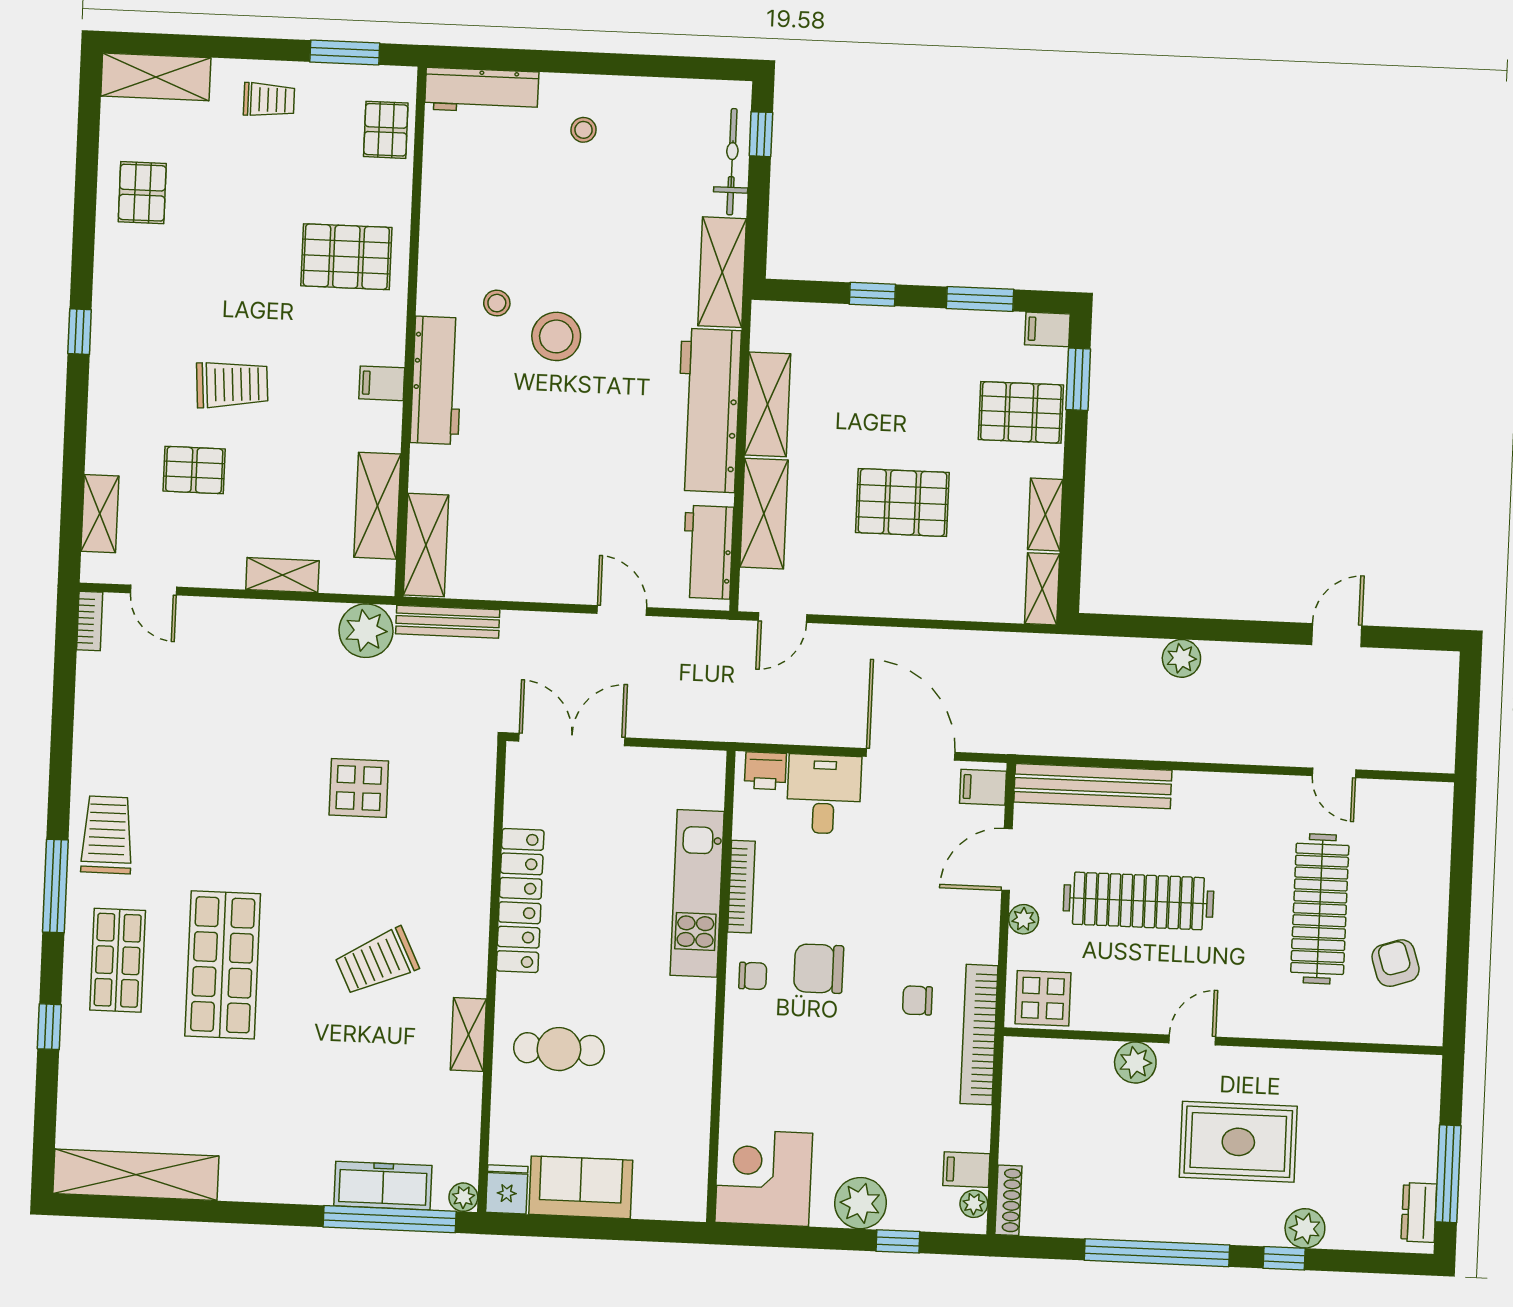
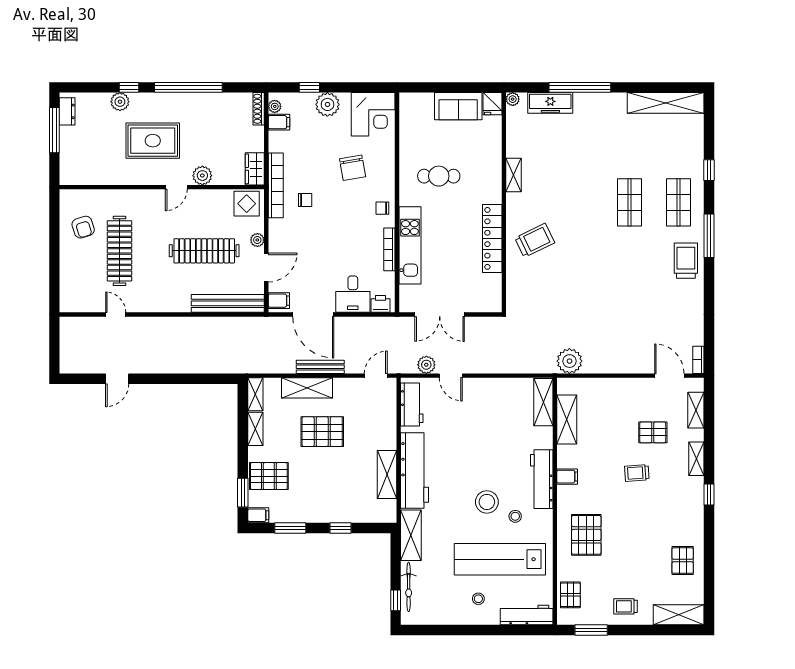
lab bench: (534, 213) -> (500, 559), added
pallet: (346, 257) -> (586, 535), turned 90
trolley: (232, 385) -> (637, 473), width x0.73, depth x0.72
shelving: (764, 514) -> (307, 388), moved, turned 90
shelving: (282, 575) -> (696, 459), moved, turned 90
door: (153, 590) -> (669, 376), width x1.38
bench: (448, 622) -> (320, 367), moved
plant: (1181, 658) -> (426, 365), moved
double door: (572, 740) -> (440, 315), moved
display table: (359, 788) -> (570, 288), removed
trolley: (107, 835) -> (686, 261), turned 180
trolley: (377, 961) -> (535, 240), moved
shop shelf: (223, 965) -> (629, 202), width x0.70, depth x0.74
chair: (819, 969) -> (353, 168), moved, turned 80
cafe table: (559, 1049) -> (439, 176), moved
wardrobe: (1022, 1072) -> (255, 169), added
window: (390, 1219) -> (580, 87), moved

